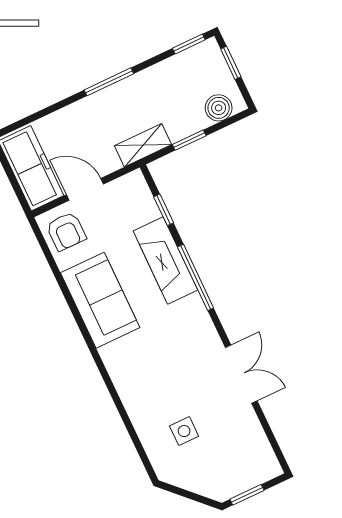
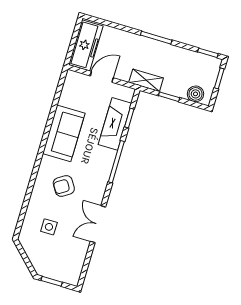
door: (85, 189) -> (102, 77), hinge flipped
armchair: (66, 231) -> (64, 186), moved, turned 58
fireplace: (165, 260) -> (115, 124), moved
double door: (241, 374) -> (98, 224), swing flipped

